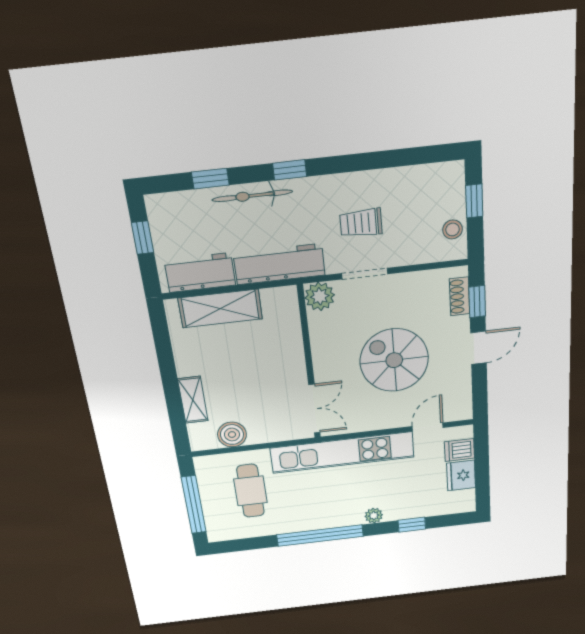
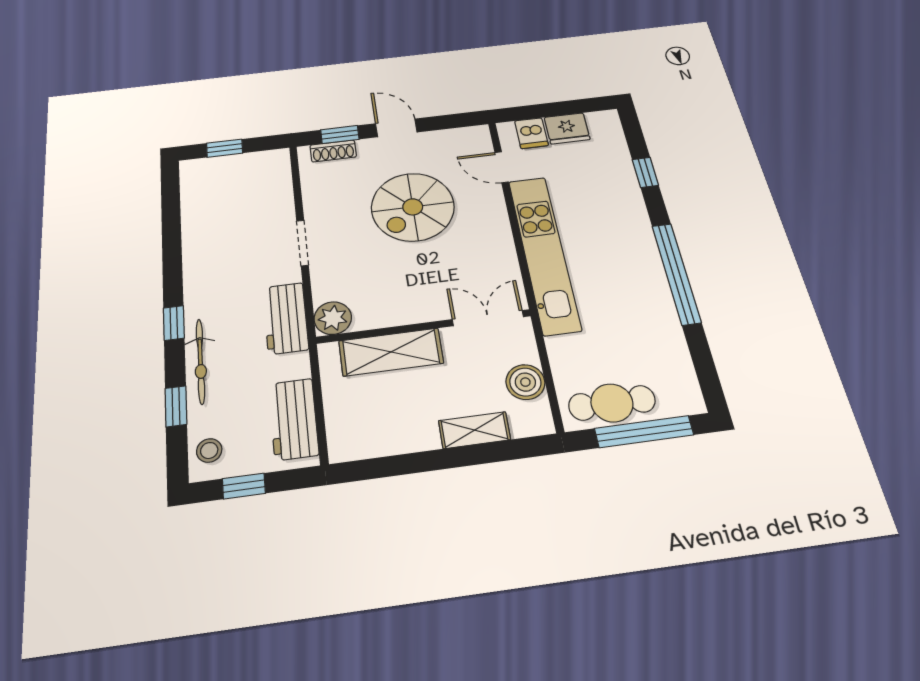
trolley: (361, 223) -> (242, 250), removed
stool: (453, 230) -> (209, 450), moved
workbench: (279, 264) -> (286, 318), width x0.73
plant: (320, 296) -> (333, 318), moved
shelving: (220, 308) -> (391, 352), moved, turned 90
wall: (309, 364) -> (424, 326), moved
double door: (314, 409) -> (488, 318), moved
cafe table: (250, 491) -> (612, 403), moved
plant: (374, 516) -> (636, 214), removed

